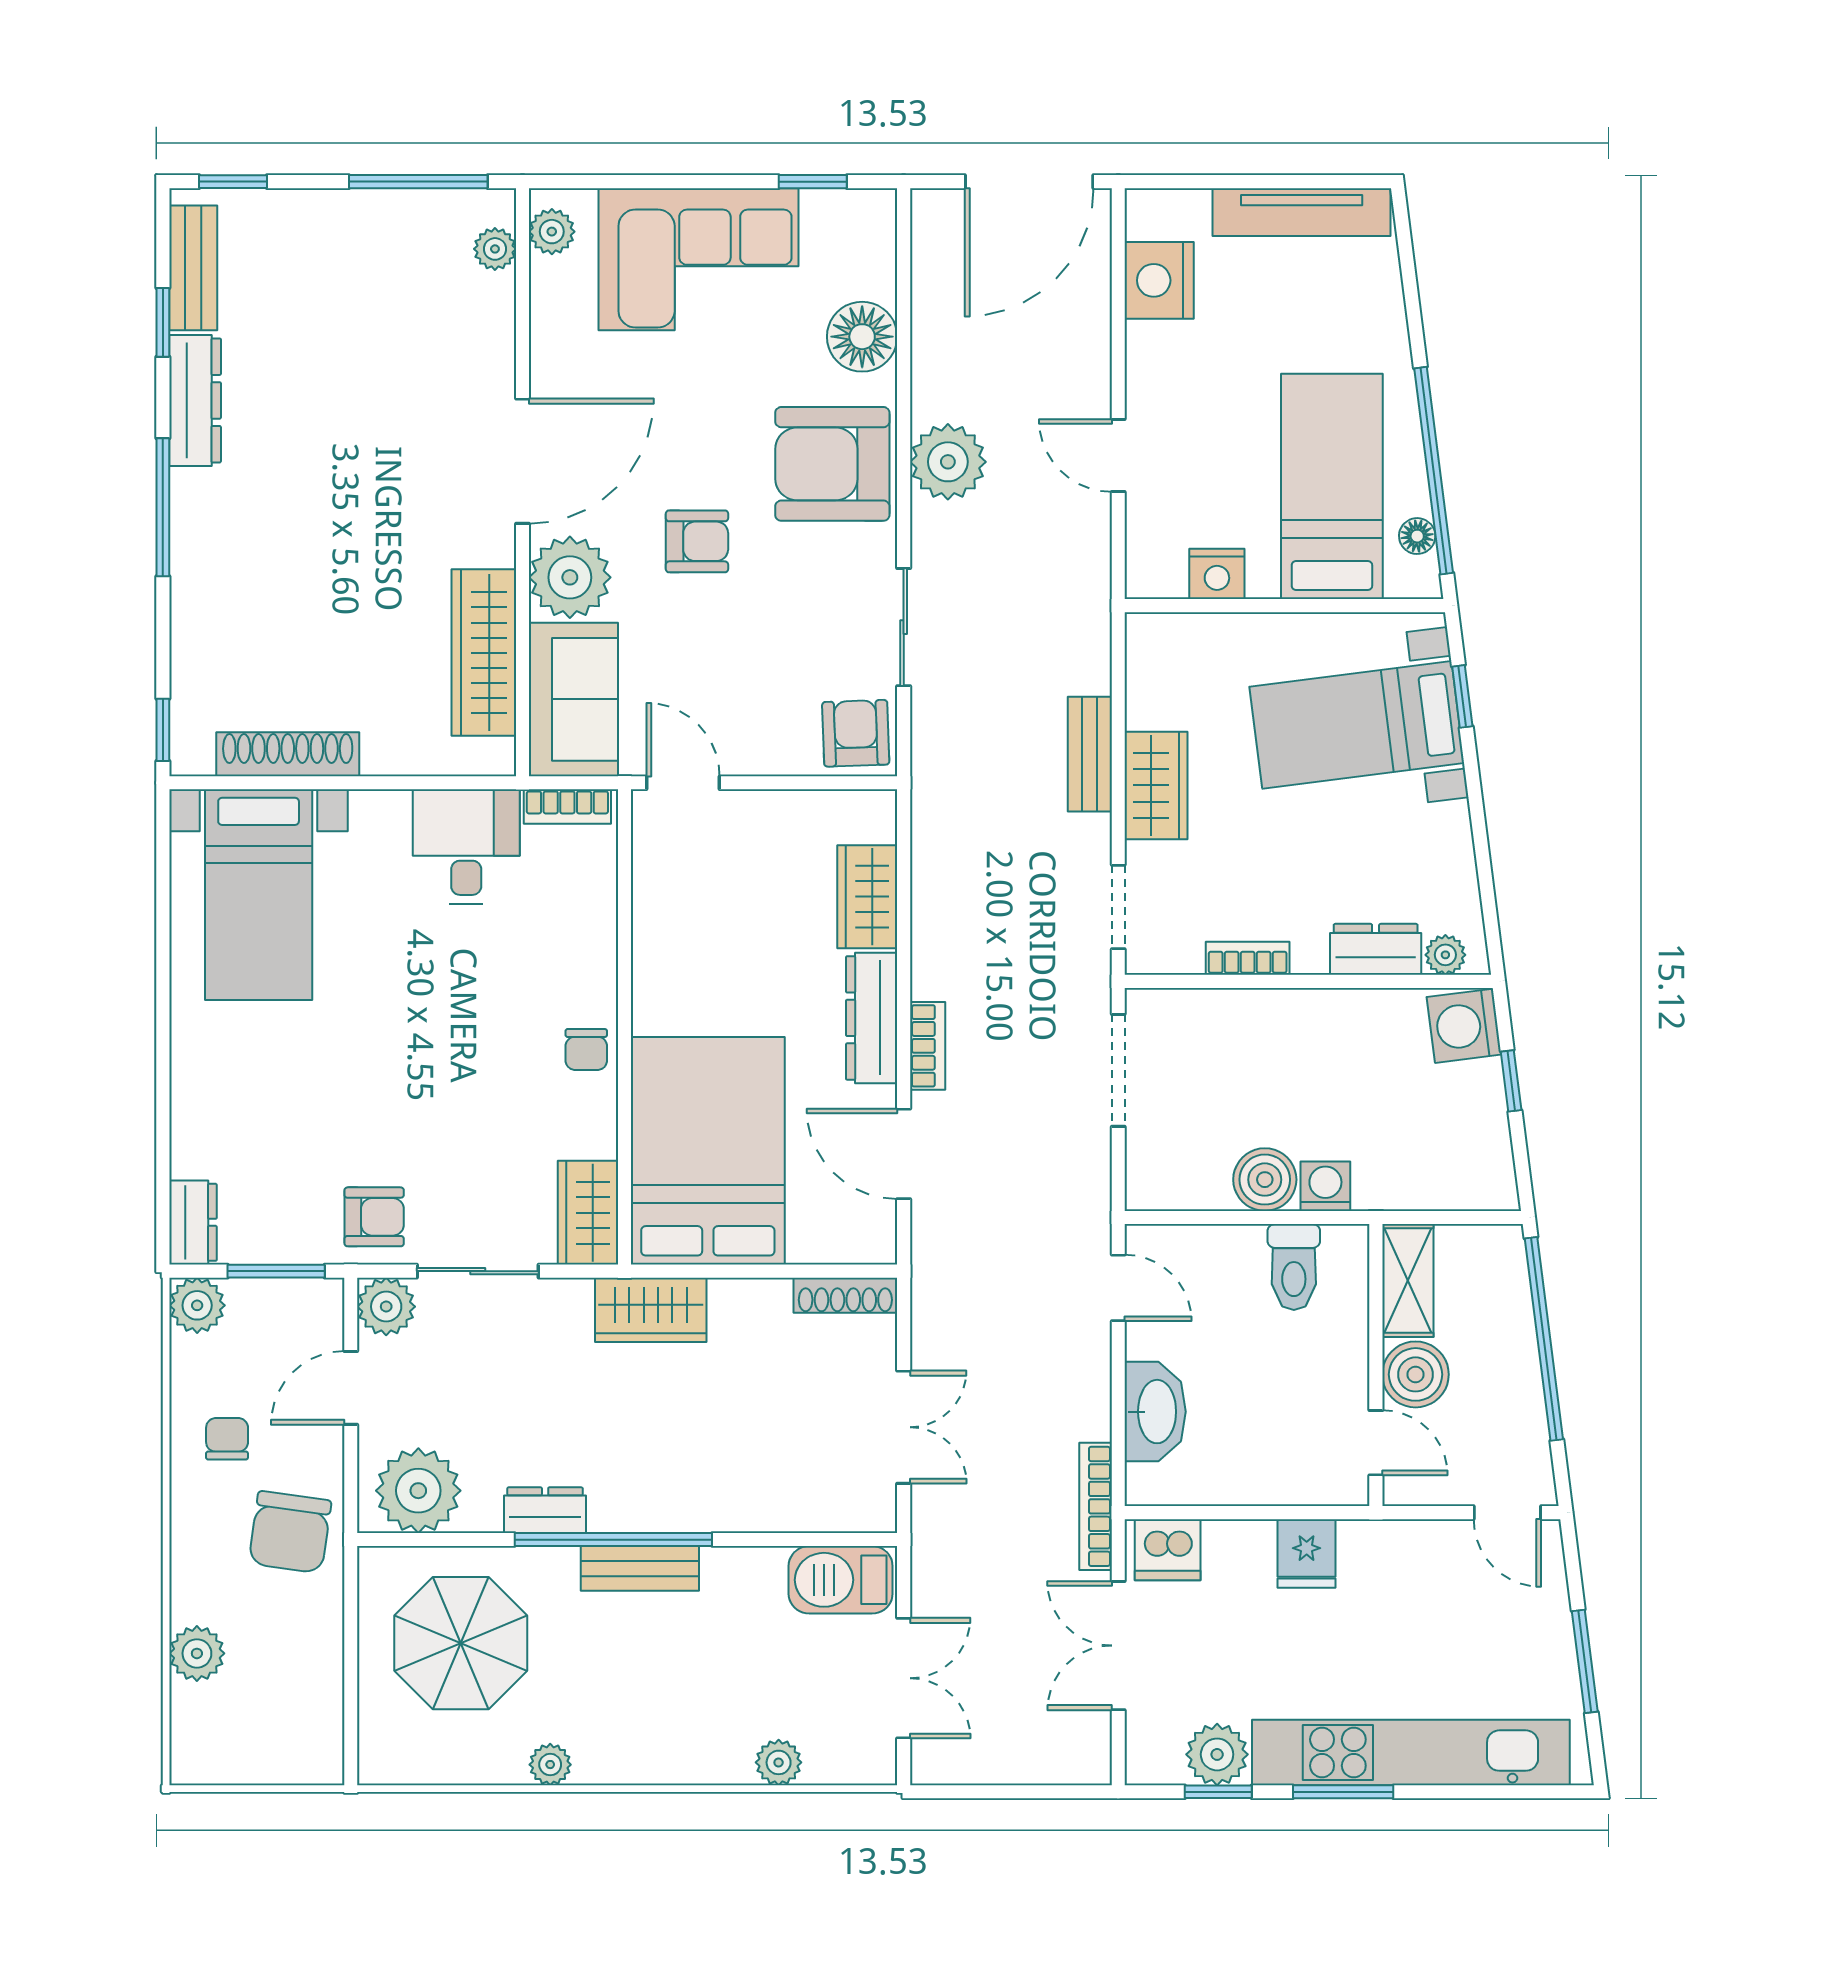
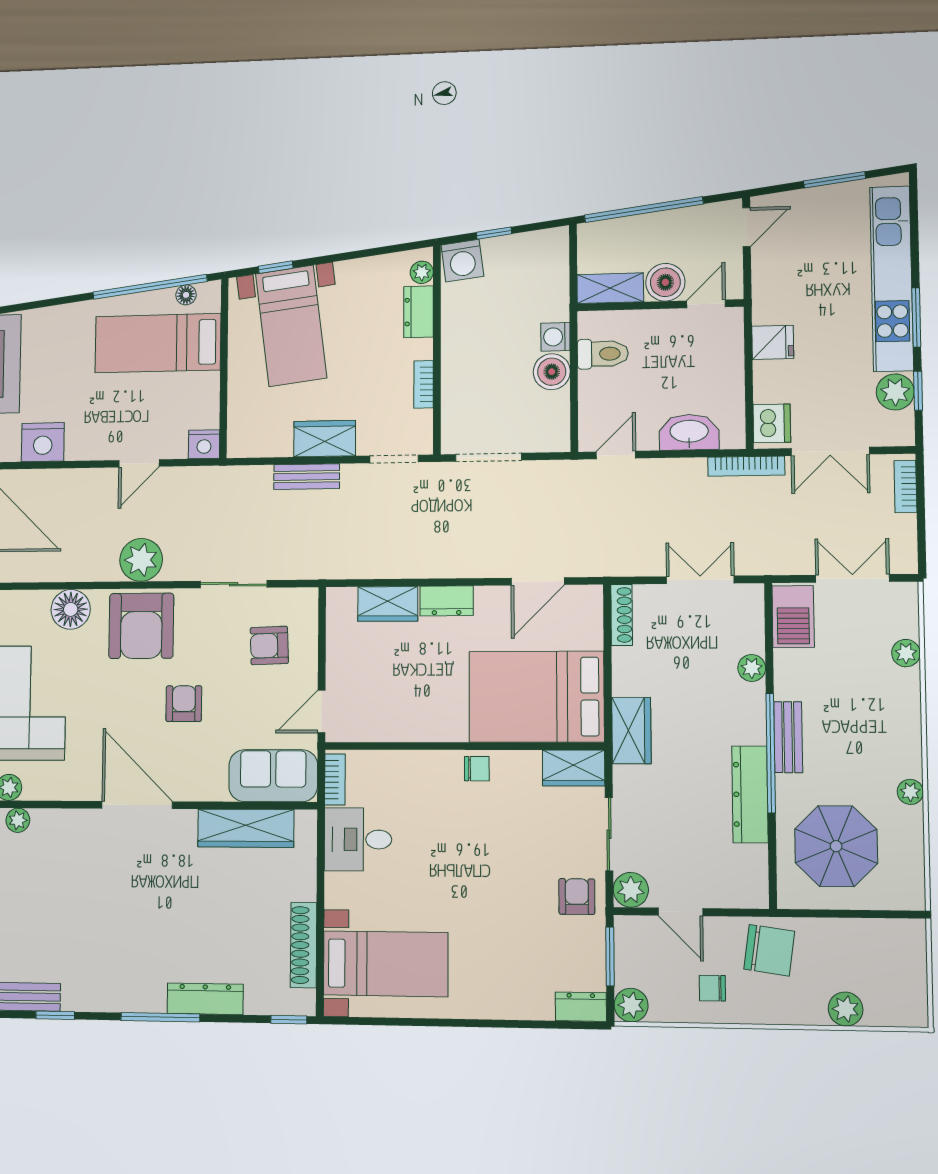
dresser: (195, 400) -> (205, 999), moved
nightstand: (1217, 574) -> (204, 444), moved, turned 90
plant: (570, 577) -> (203, 778), removed
armchair: (856, 733) -> (269, 646), moved
dresser: (872, 1018) -> (447, 601), width x0.70
bookcase: (928, 1046) -> (905, 486), moved, turned -90
plant: (418, 1491) -> (752, 668), moved, width x0.53, depth x0.53
dresser: (545, 1510) -> (750, 794), width x1.96, depth x1.24

